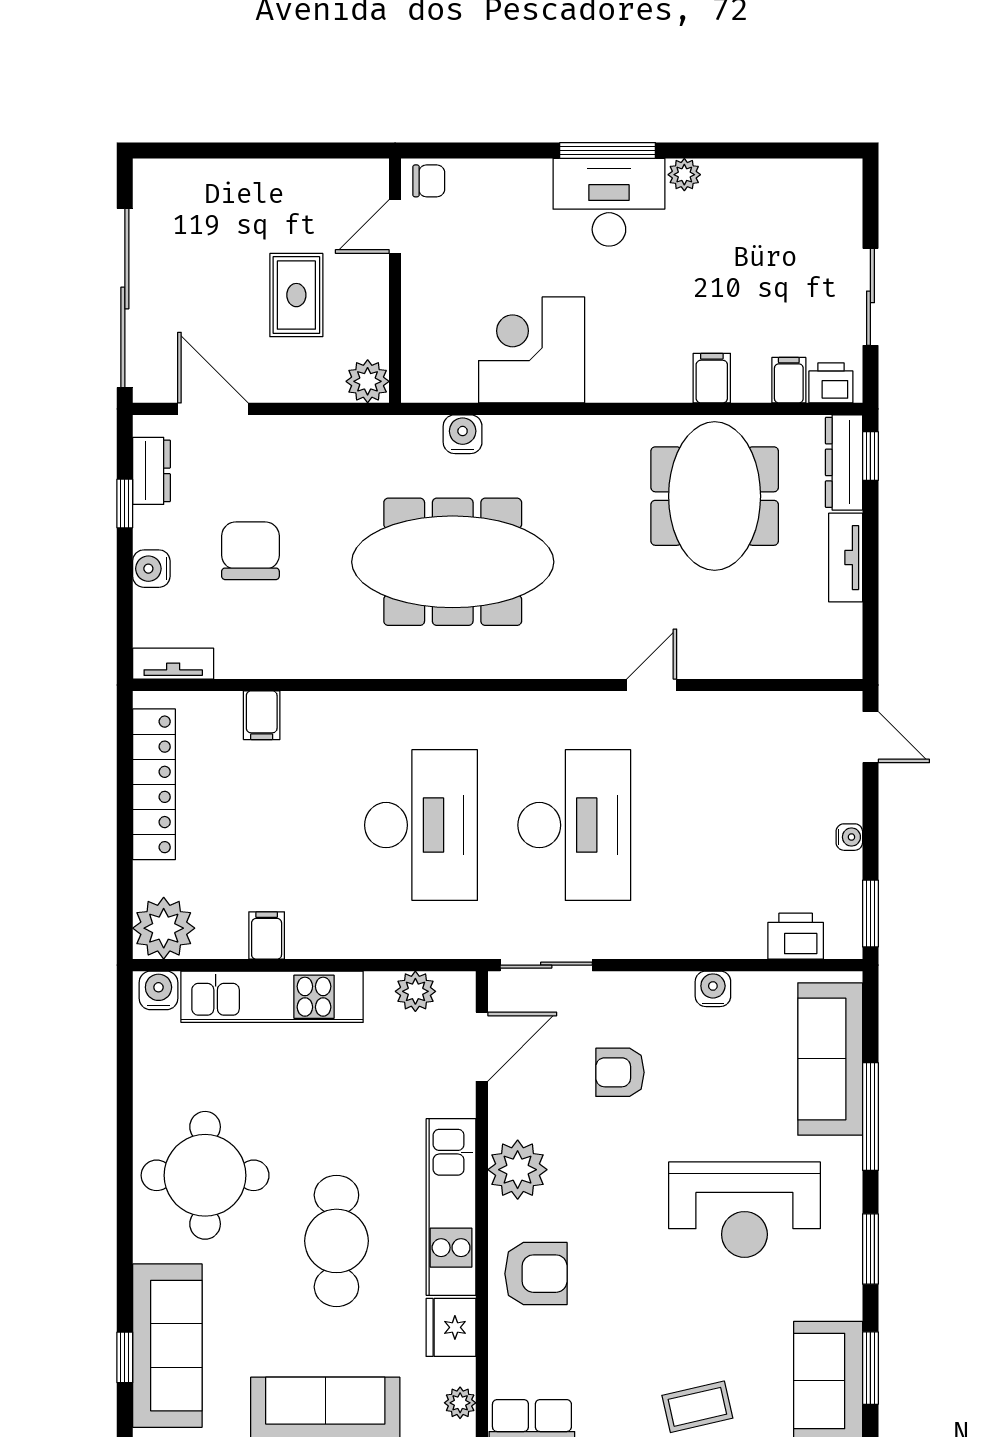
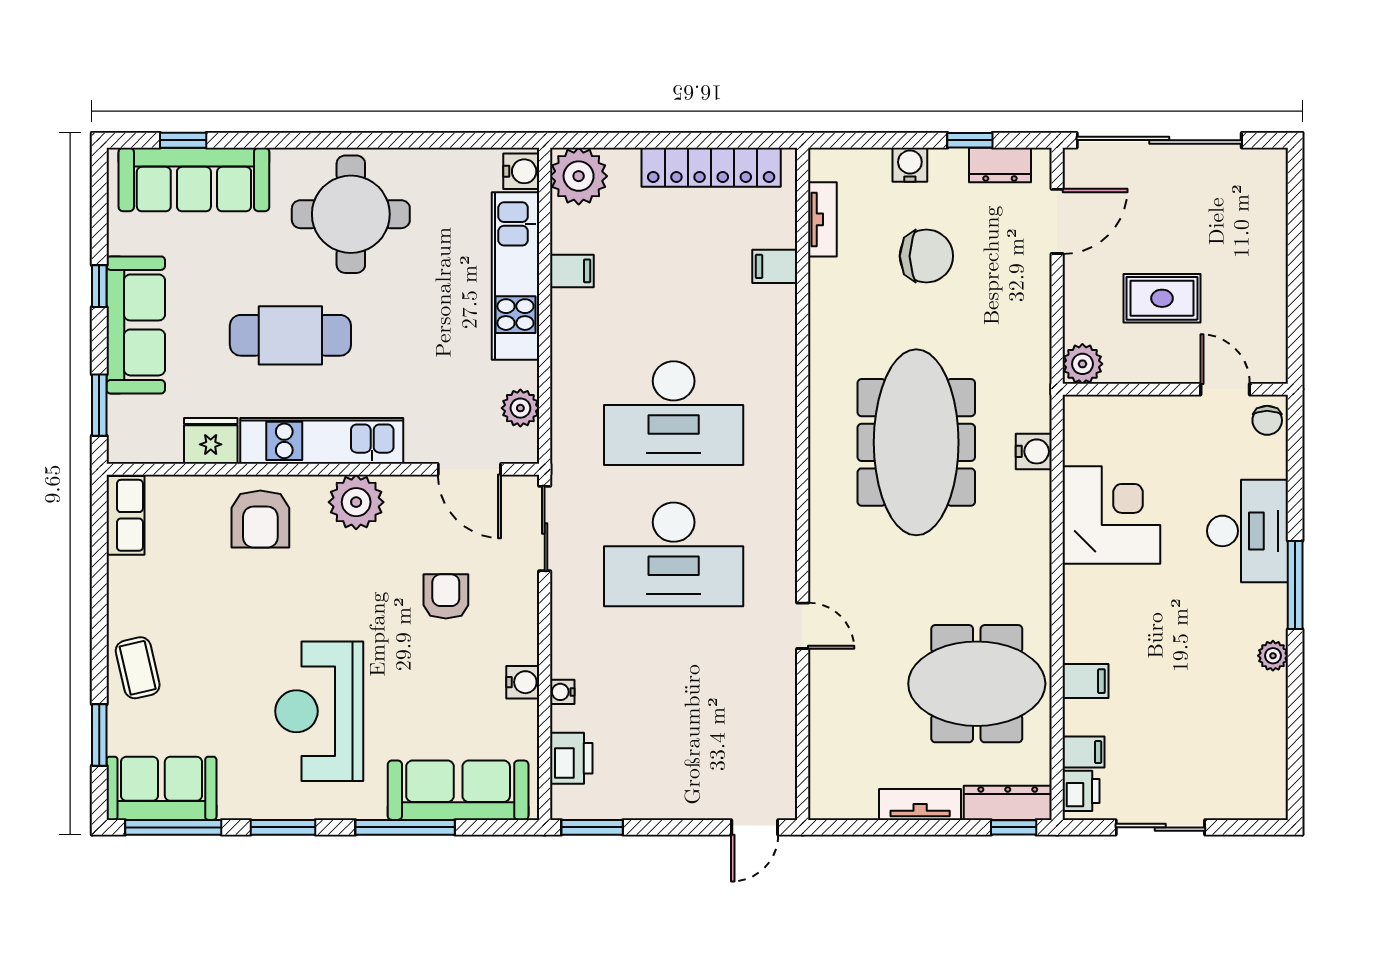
desk: (609, 202) -> (1248, 531), moved
tv unit: (173, 664) -> (822, 219), moved
water cooler: (849, 837) -> (562, 692), moved, turned 90
window: (870, 1368) -> (173, 827), width x1.44
plant: (460, 1403) -> (141, 449), removed

